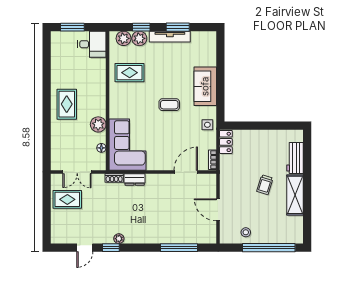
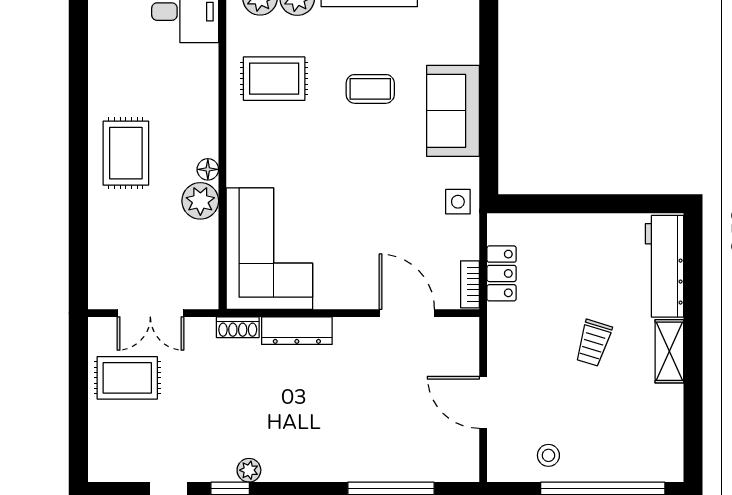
coffee table: (169, 105) -> (370, 89), moved
locker: (226, 142) -> (502, 273), moved
floor lamp: (101, 148) -> (208, 169), moved
workbench: (295, 158) -> (664, 266), width x1.38
door: (186, 172) -> (407, 313), hinge flipped
dresser: (135, 179) -> (297, 331), width x1.44
shelving: (295, 195) -> (669, 351), width x0.67, depth x0.75

